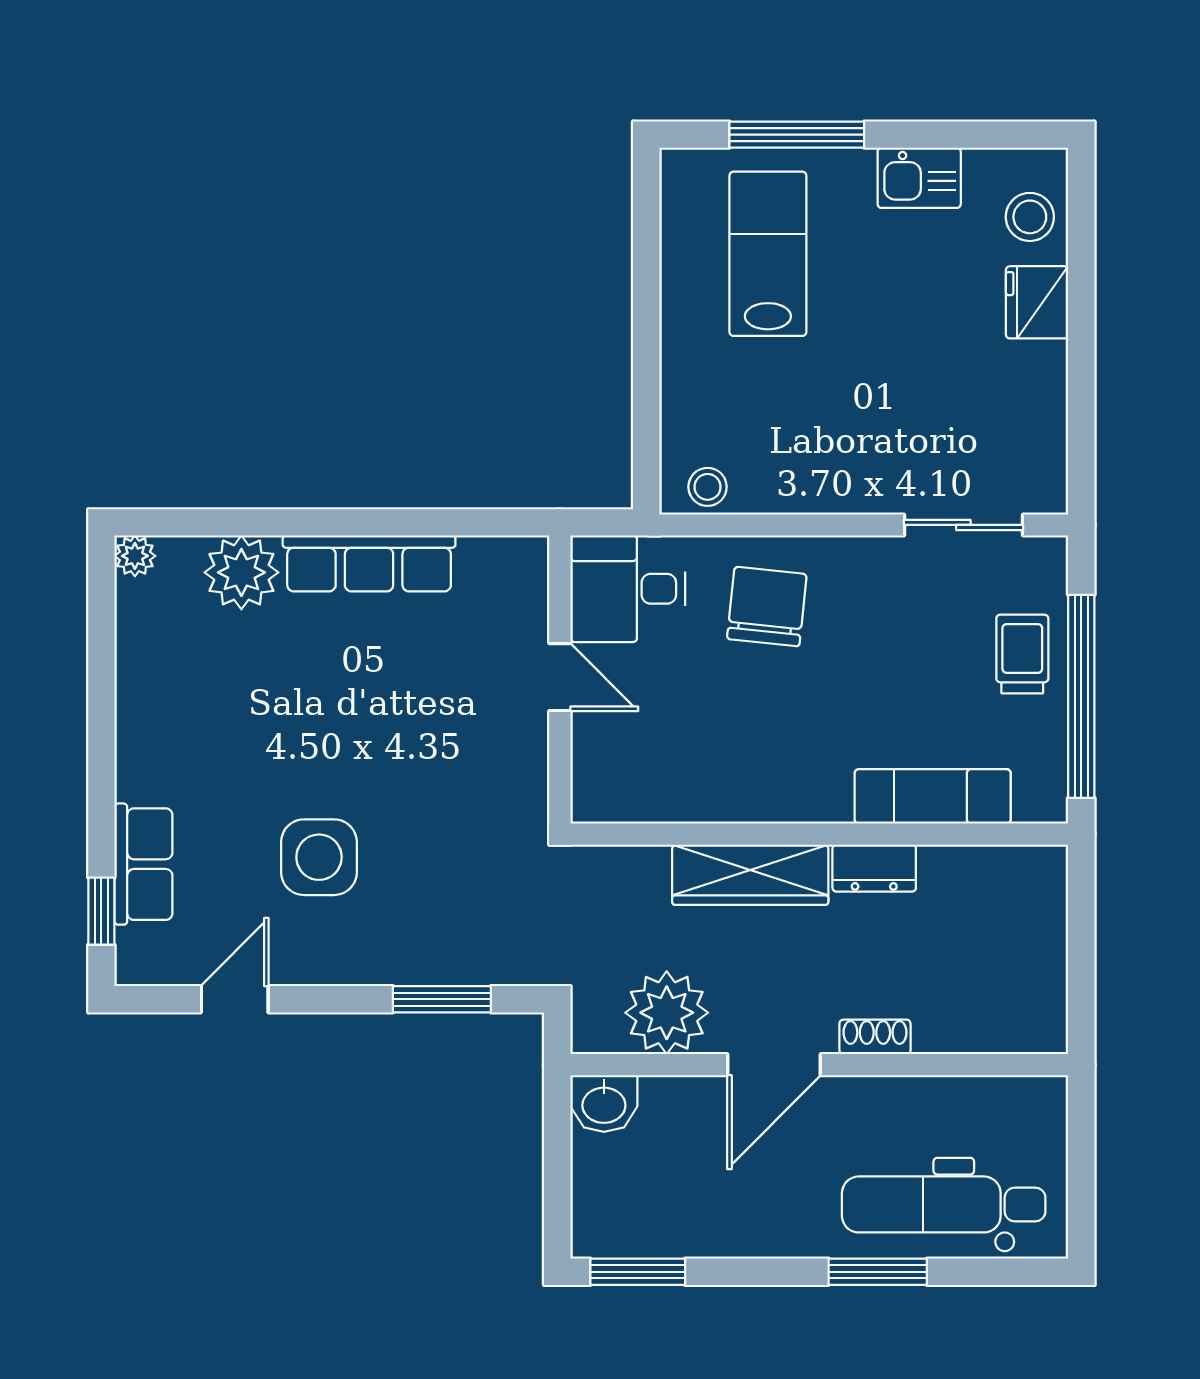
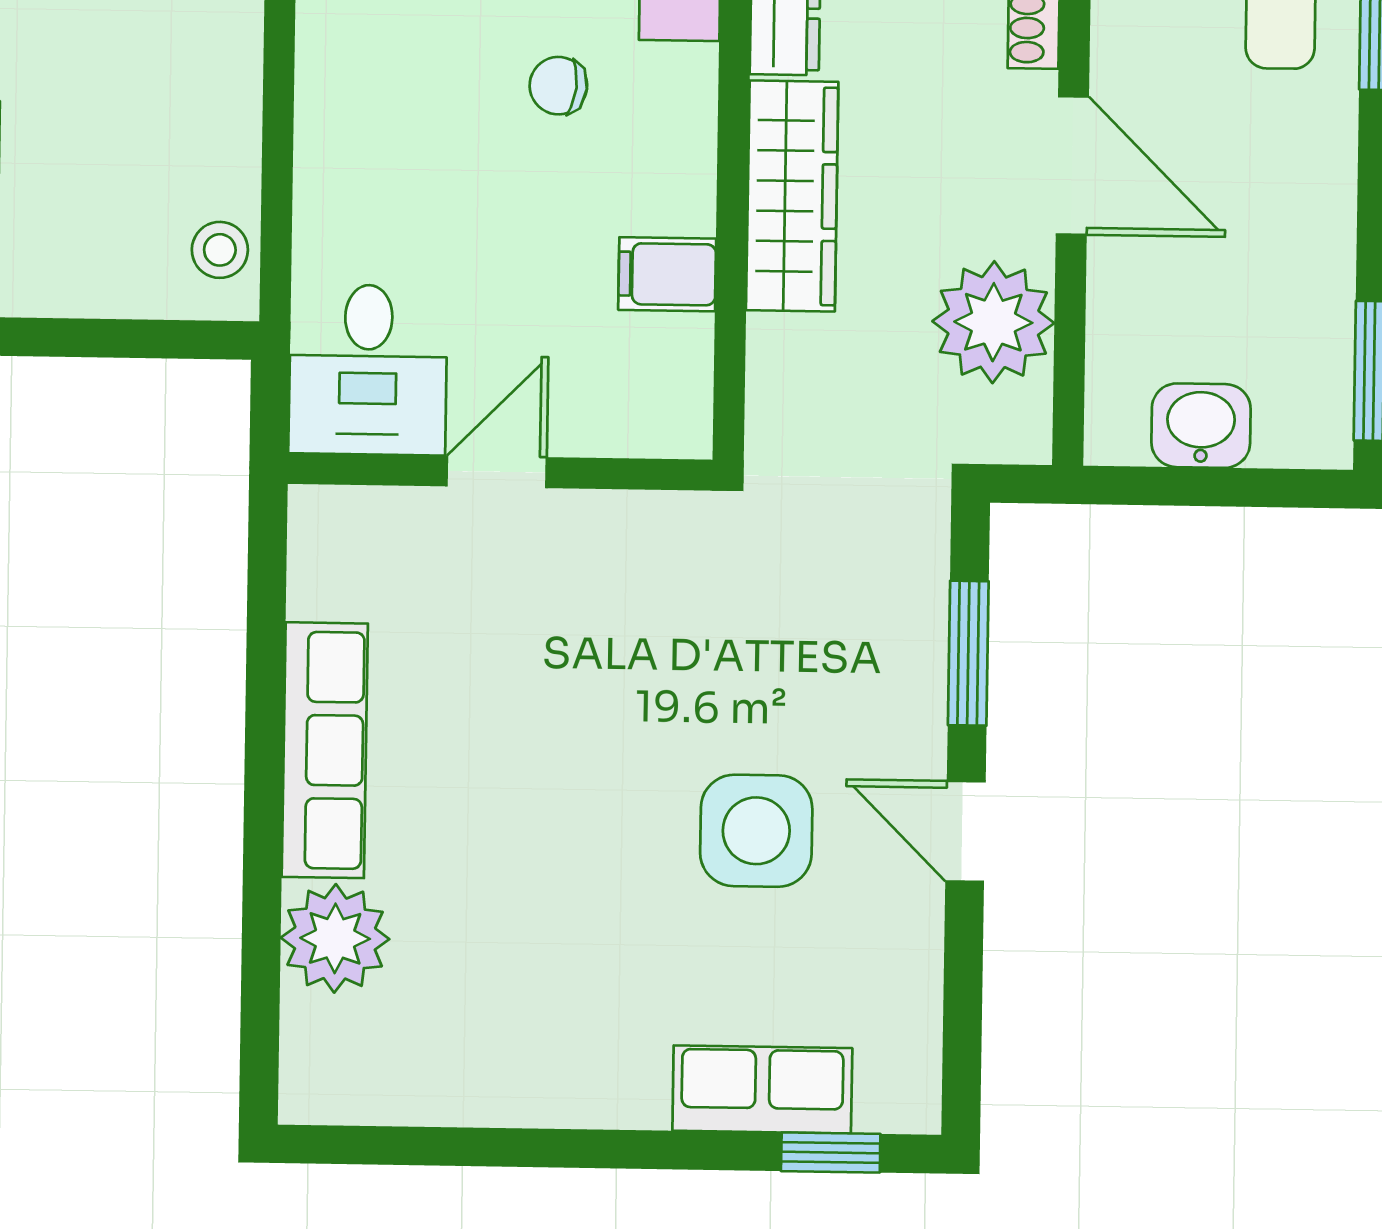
plant: (135, 556) -> (308, 1095), removed
chair: (767, 607) -> (558, 86), moved, width x0.54, depth x0.54
filing cabinet: (696, 791) -> (667, 274), added
door: (235, 999) -> (965, 831), moved
washbasin: (604, 1104) -> (1201, 426), moved, turned -90

